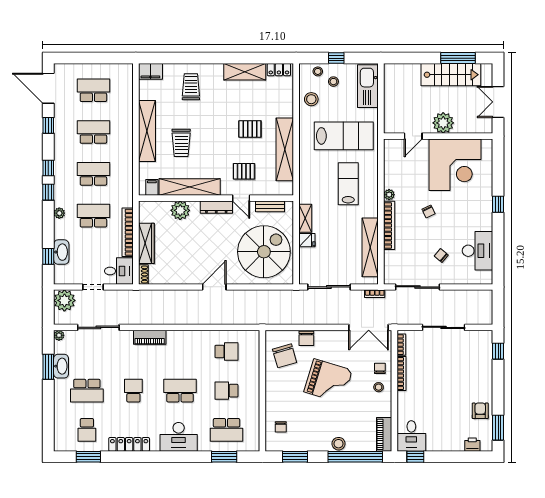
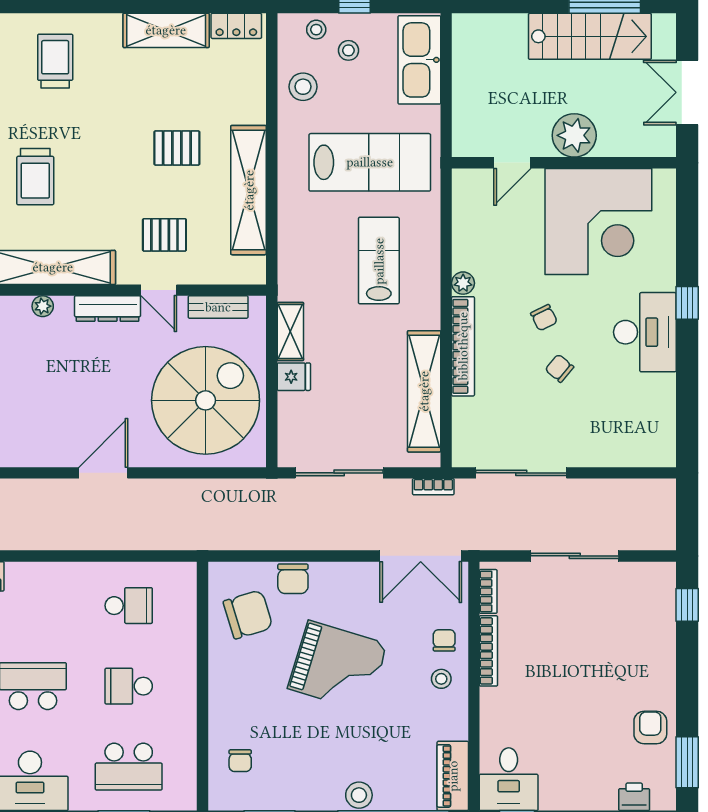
plant: (180, 210) -> (43, 306), width x0.53, depth x0.53
desk: (478, 251) -> (645, 332), moved
chair: (441, 255) -> (559, 368), moved
chair: (285, 356) -> (248, 614), turned -91

